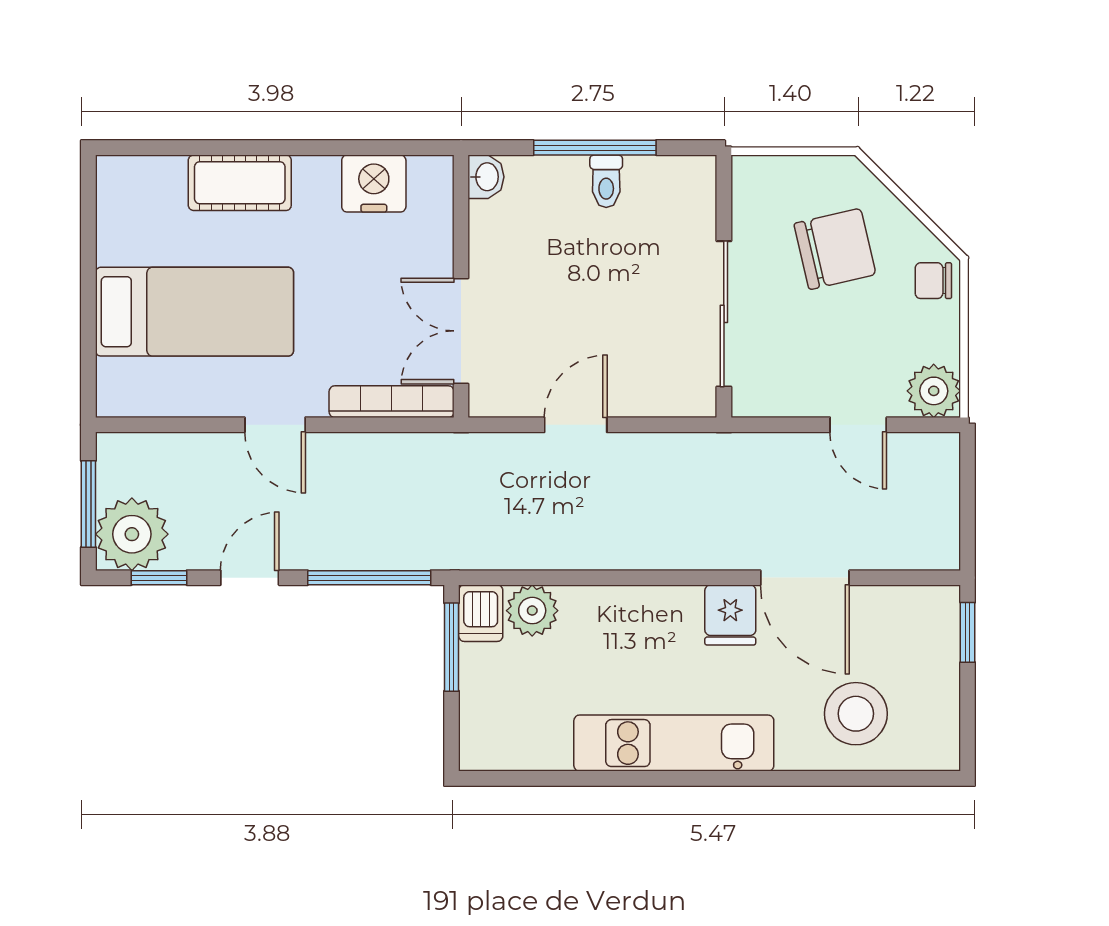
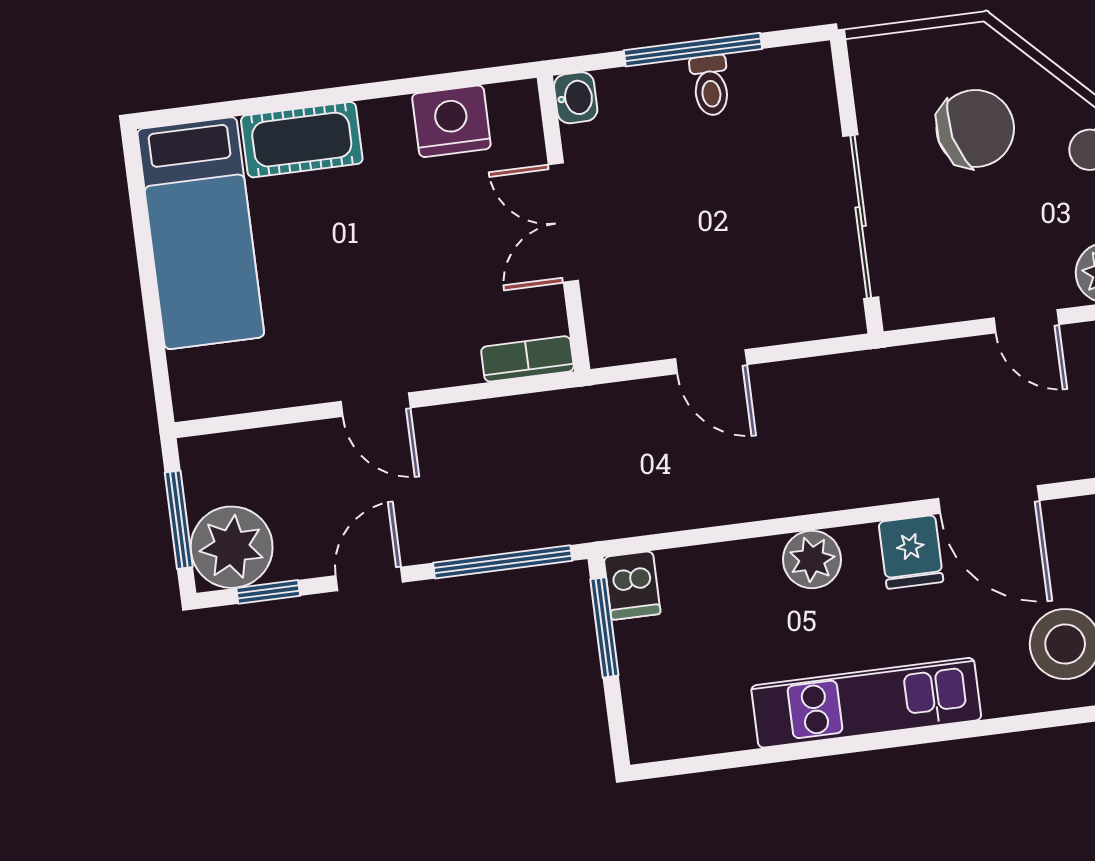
bed: (194, 312) -> (201, 233), moved, turned 90
double door: (461, 331) -> (563, 223), moved
bookcase: (392, 402) -> (527, 359), width x0.64
door: (576, 425) -> (711, 362), swing flipped
plant: (532, 611) -> (812, 559), moved

